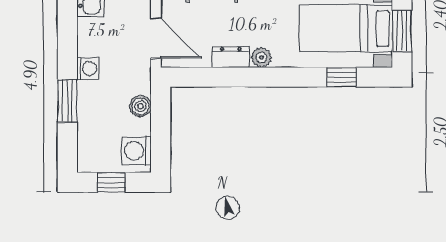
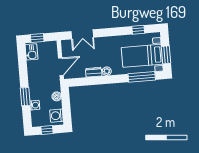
door: (156, 38) -> (61, 67), hinge flipped
washing machine: (88, 68) -> (35, 105), moved
window: (341, 77) -> (142, 77), width x2.17

